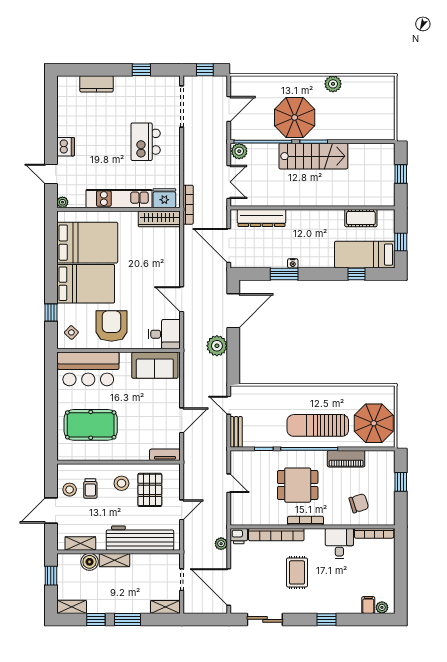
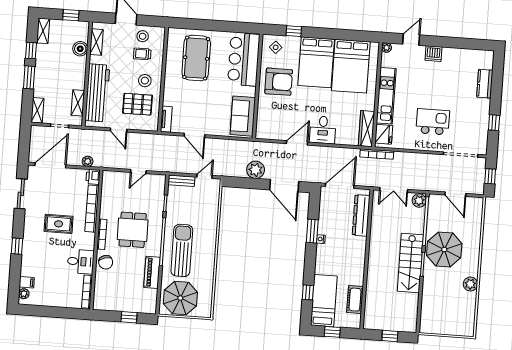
desk: (164, 334) -> (323, 130), moved
chair: (359, 503) -> (106, 262), moved
shelving: (114, 560) -> (78, 103), moved

